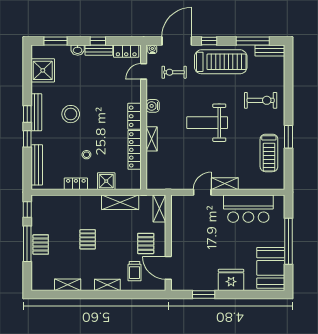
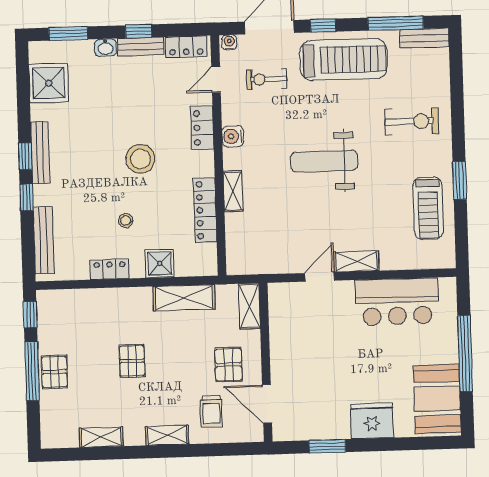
stool: (71, 114) -> (140, 159), moved
locker: (134, 116) -> (202, 128), moved

